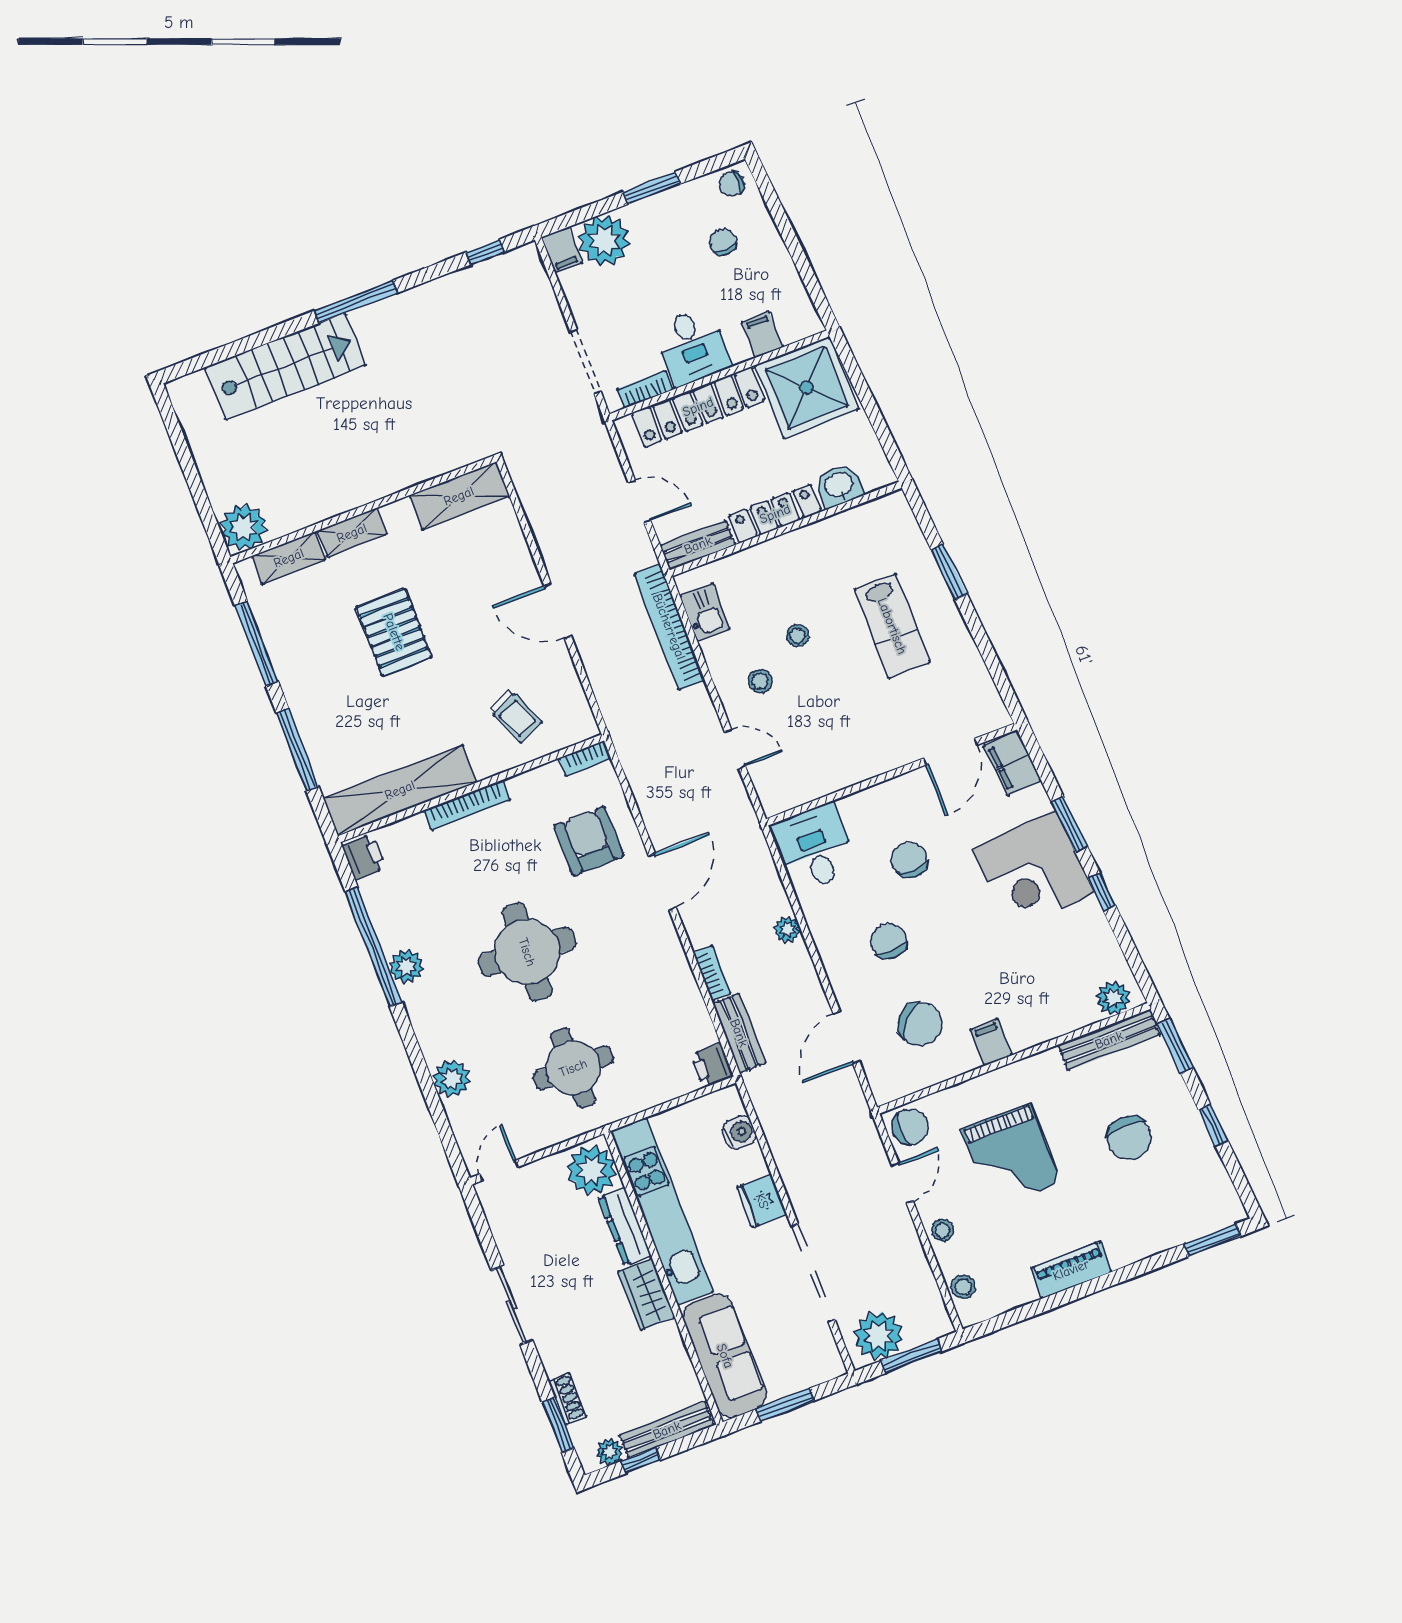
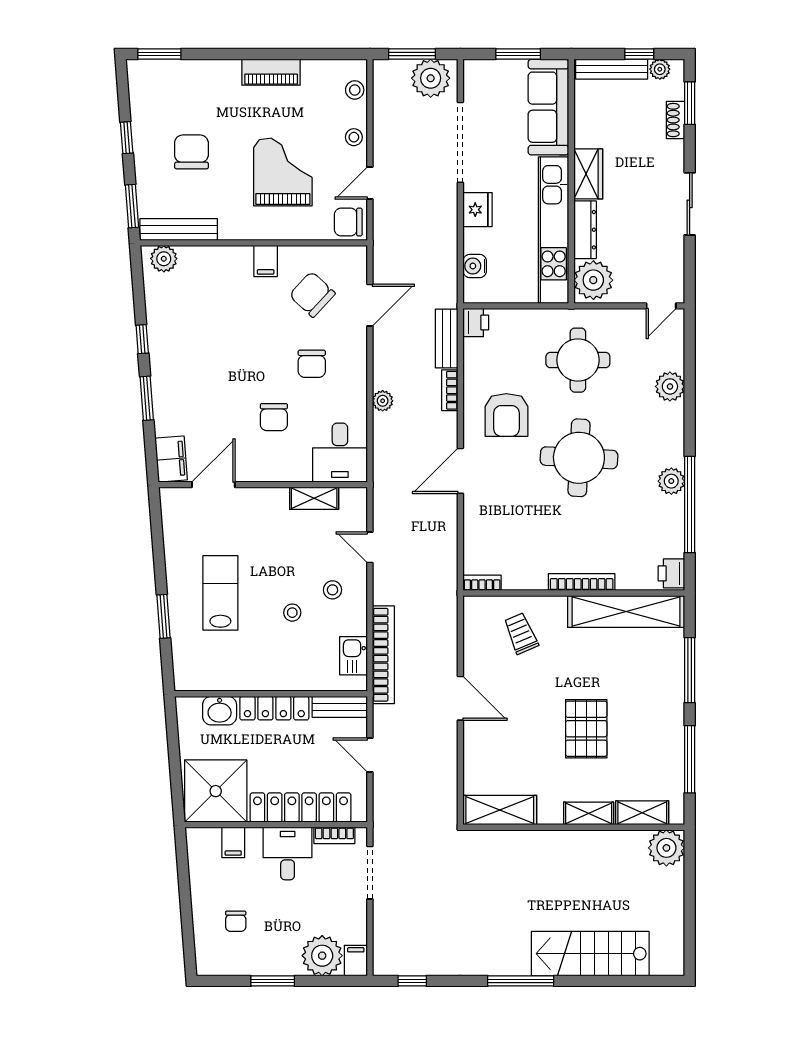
chair: (731, 184) -> (213, 961), removed
shelving: (824, 782) -> (314, 498), added
armchair: (589, 841) -> (506, 415), moved
corner desk: (1034, 871) -> (186, 374), removed

